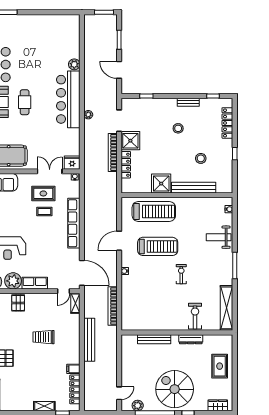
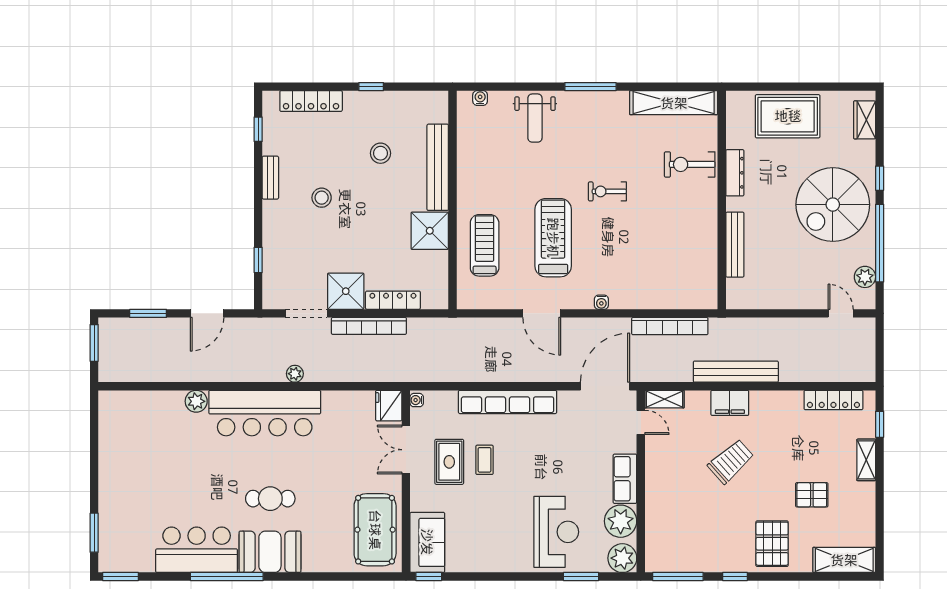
treadmill: (154, 211) -> (485, 245), width x0.73, depth x0.73
pallet: (18, 303) -> (812, 495), moved
trolley: (44, 337) -> (731, 461), turned -132
rug: (220, 366) -> (788, 116), width x1.36, depth x1.43
filing cabinet: (73, 369) -> (730, 403), moved, width x2.00

